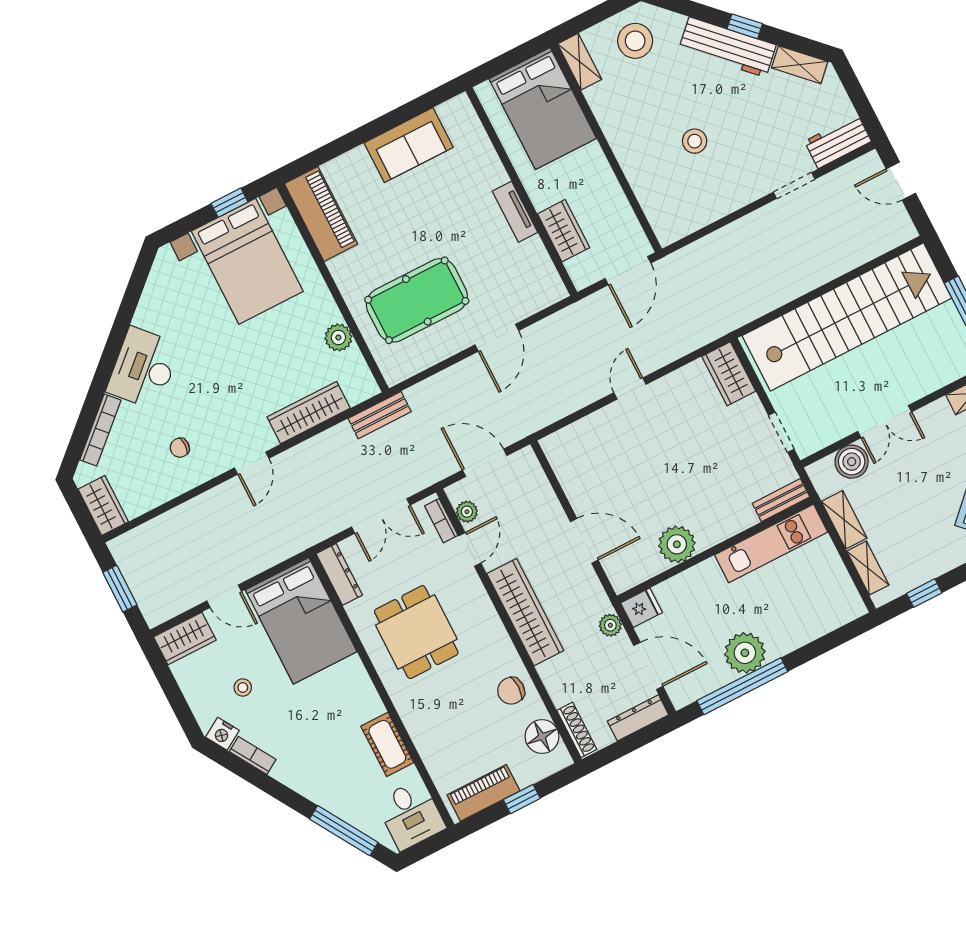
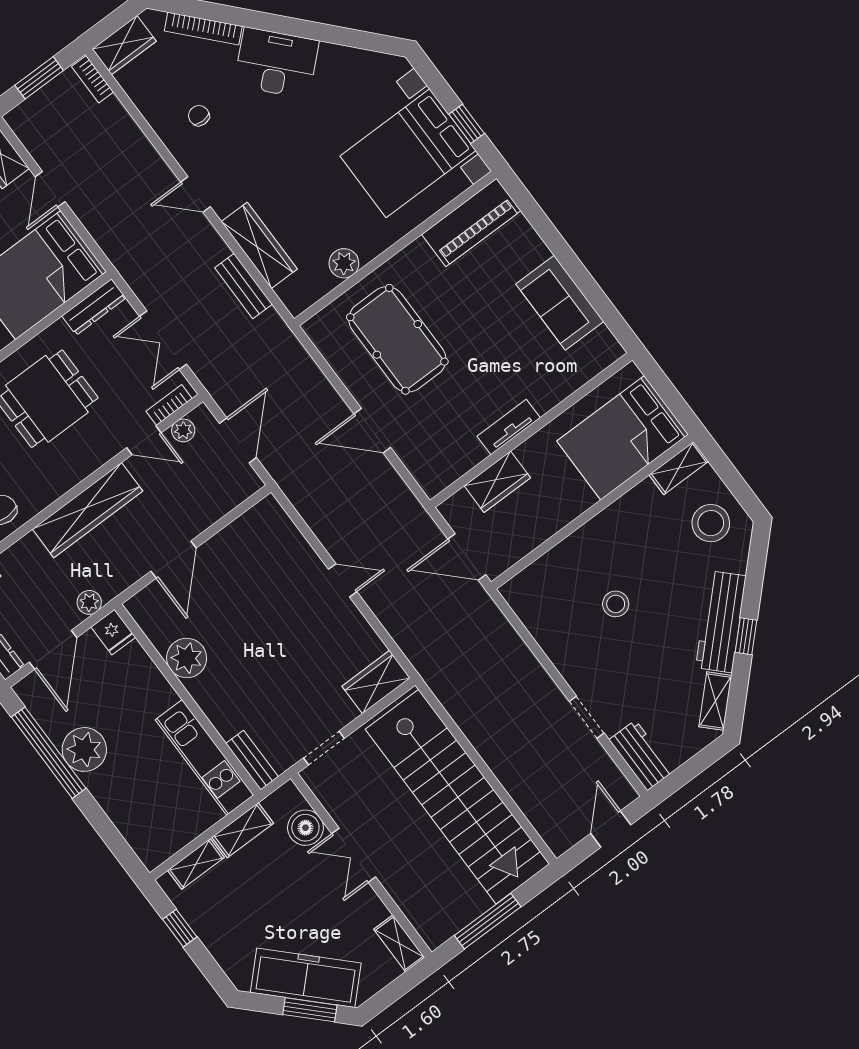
bench: (380, 415) -> (244, 286), moved
bookcase: (130, 540) -> (93, 79), added

